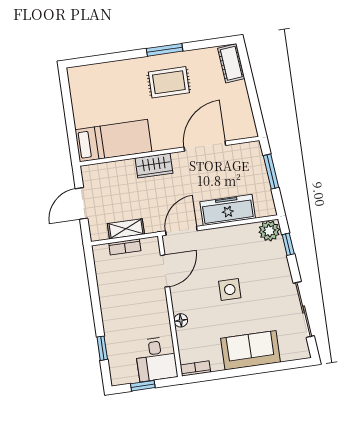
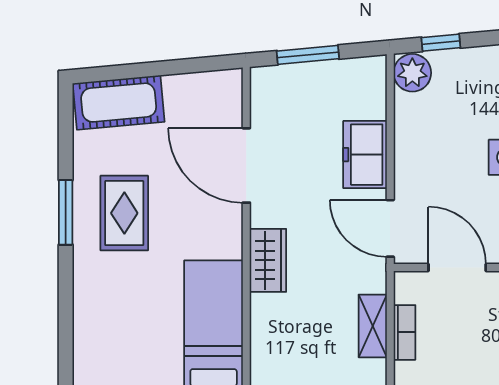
cot: (231, 63) -> (119, 103), width x1.37, depth x1.34
freezer: (228, 210) -> (365, 155), width x0.71

